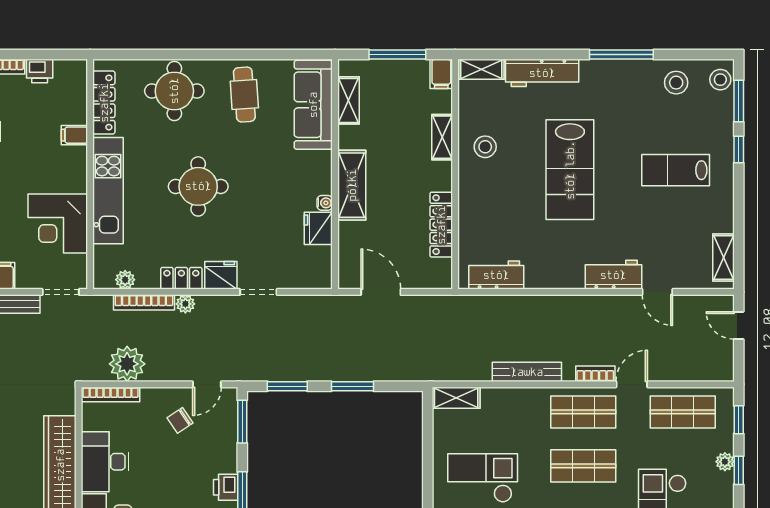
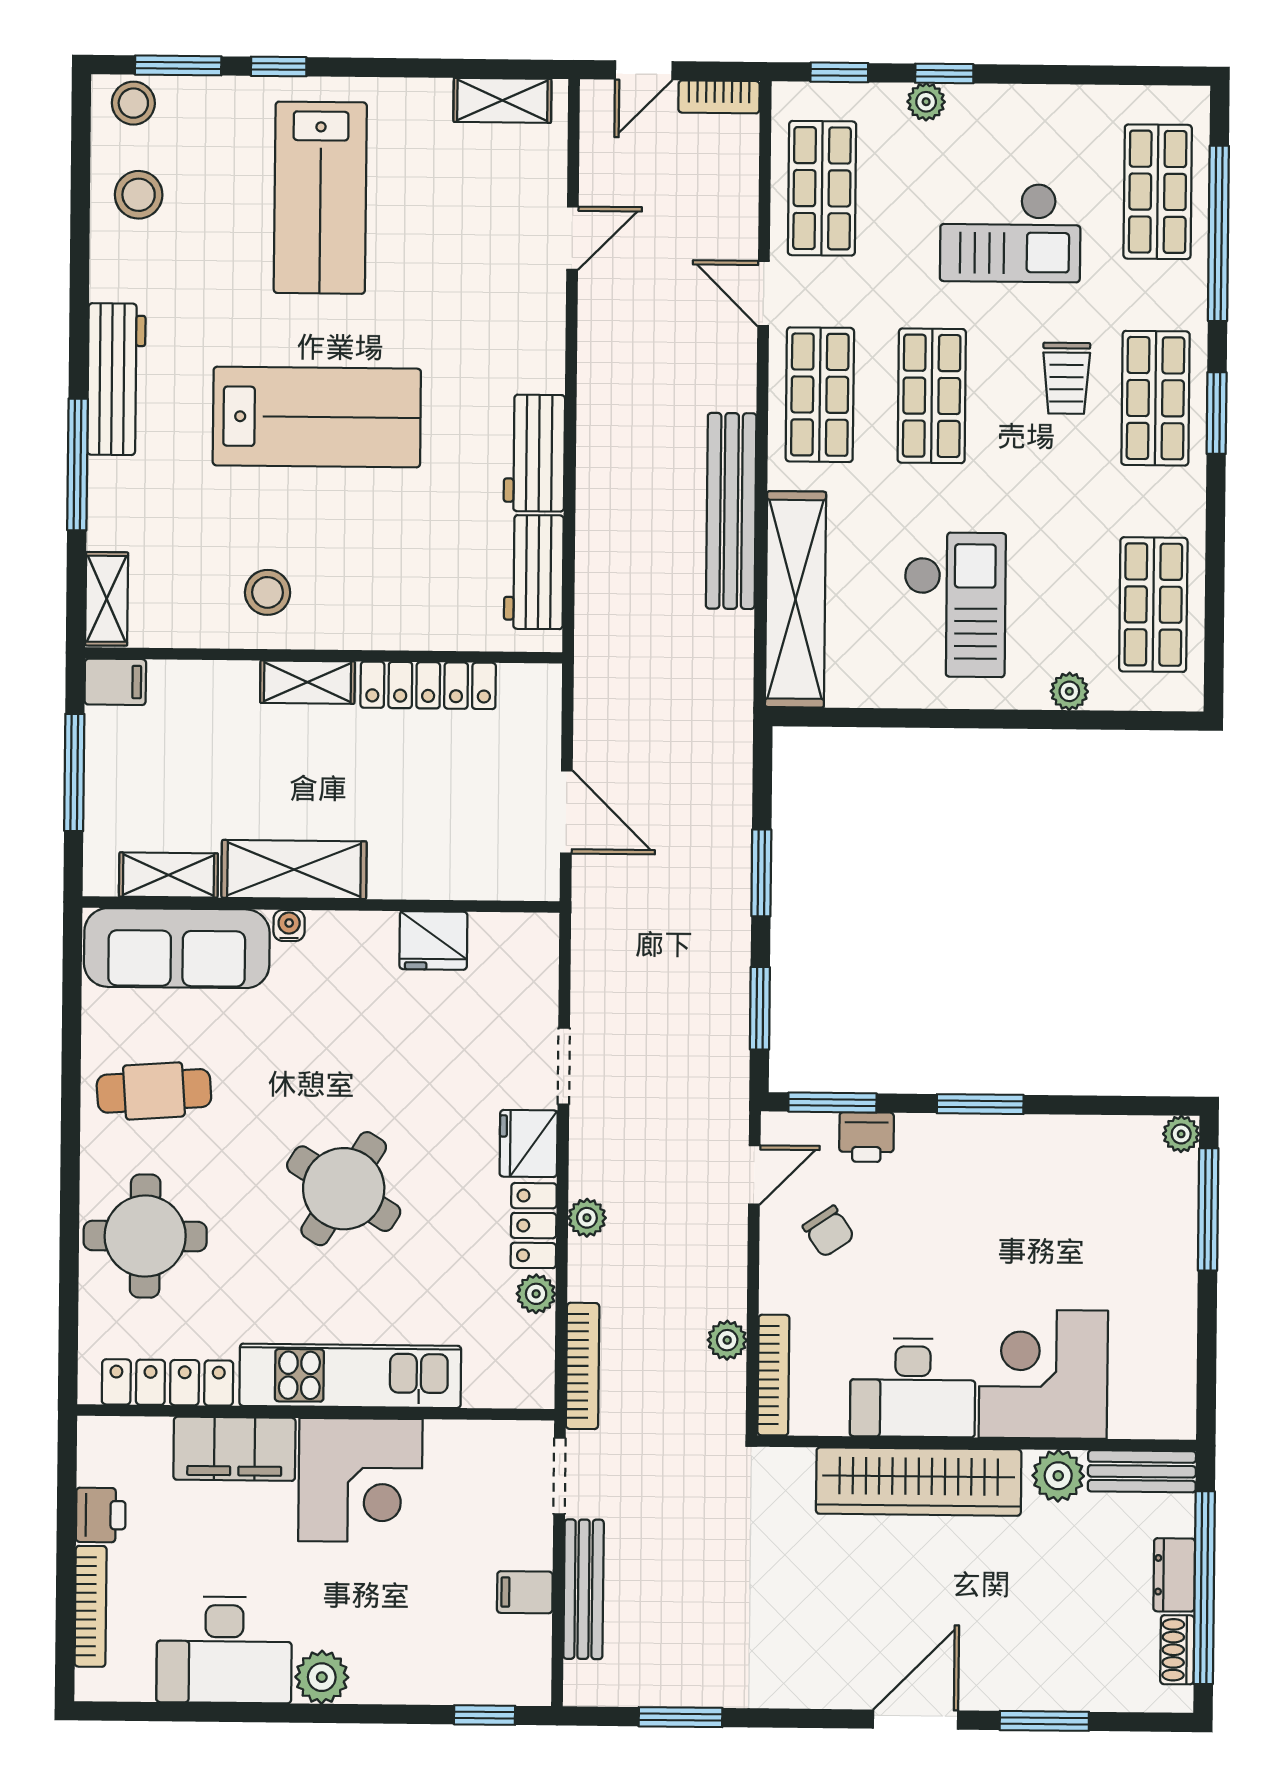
window: (621, 55) -> (77, 465), moved
workbench: (542, 73) -> (116, 379), moved
filing cabinet: (74, 135) -> (234, 1449), width x3.00, depth x1.17
shelving: (442, 137) -> (307, 682), moved
lab bench: (676, 170) -> (320, 198), width x1.36, depth x1.39
shelving: (352, 185) -> (294, 870), moved
round table: (198, 186) -> (344, 1189), turned 32
water cooler: (325, 203) -> (289, 925), moved
corner desk: (58, 223) -> (360, 1480), moved
workbench: (613, 275) -> (534, 453), moved
plant: (125, 280) -> (536, 1294), moved
door: (381, 292) -> (566, 812), swing flipped
bookcase: (144, 302) -> (583, 1366), moved
plant: (127, 364) -> (727, 1340), width x0.53, depth x0.53
bench: (527, 372) -> (731, 511), width x1.37, depth x1.21
bookcase: (595, 374) -> (719, 97), moved, turned -90
door: (207, 384) -> (754, 1175), hinge flipped
shelving: (456, 398) -> (796, 599), width x2.20, depth x1.33
checkout: (483, 478) -> (955, 605), turned 180
printer: (226, 487) -> (867, 1137), moved

